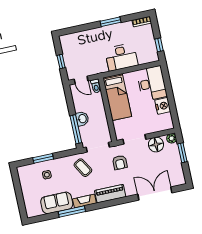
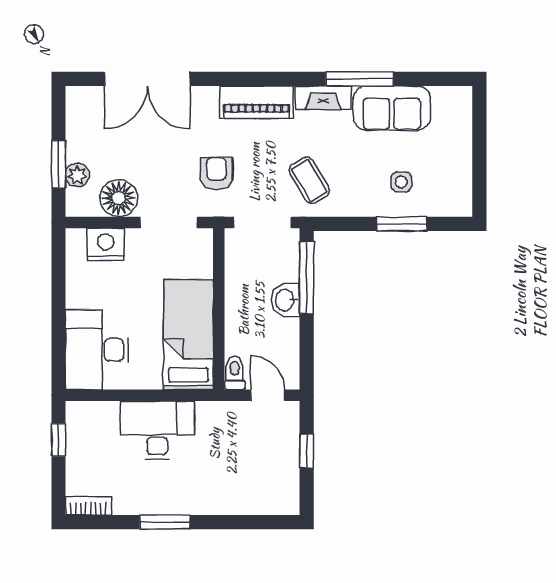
nightstand: (163, 106) -> (106, 245), moved, turned 90
plant: (172, 138) -> (77, 175), moved

